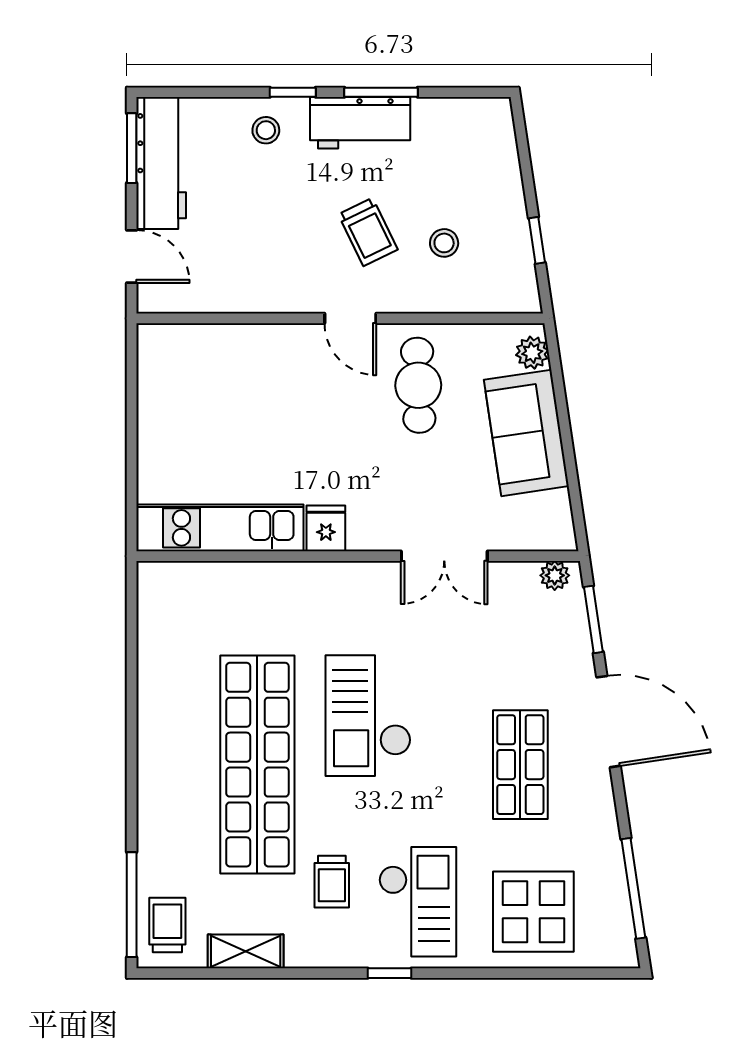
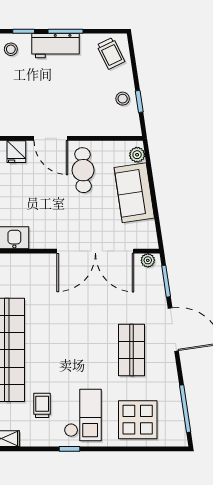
trolley: (368, 232) -> (111, 53), moved
stool: (444, 243) -> (123, 99), moved
door: (350, 318) -> (51, 138), width x1.38
fridge: (326, 528) -> (16, 152), moved, turned 180
double door: (444, 556) -> (95, 251), width x1.87
checkout: (368, 716) -> (59, 327), removed
trolley: (332, 882) -> (42, 405), turned 180

